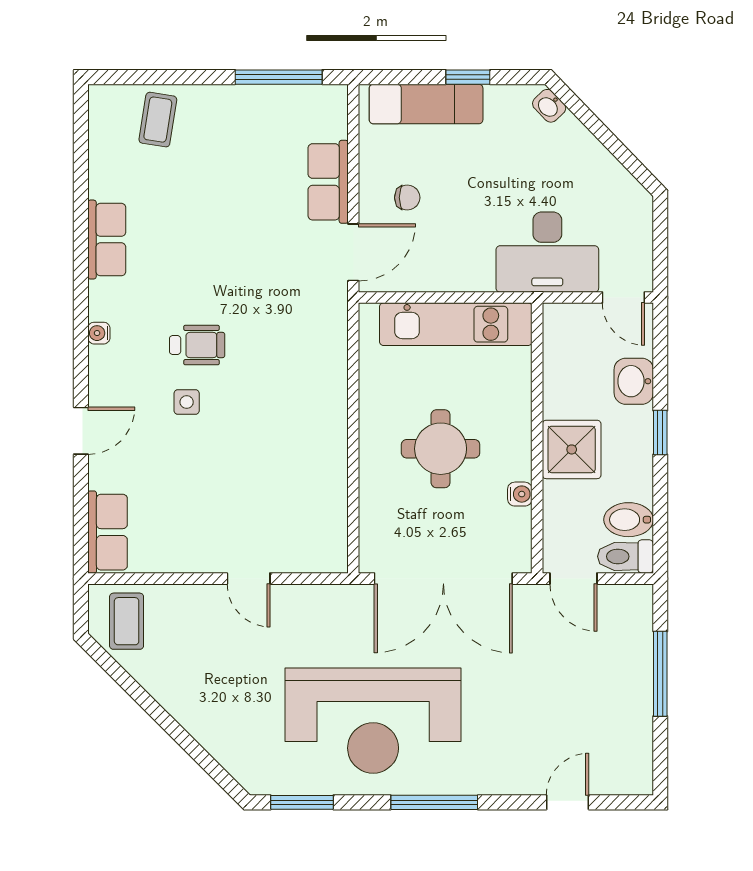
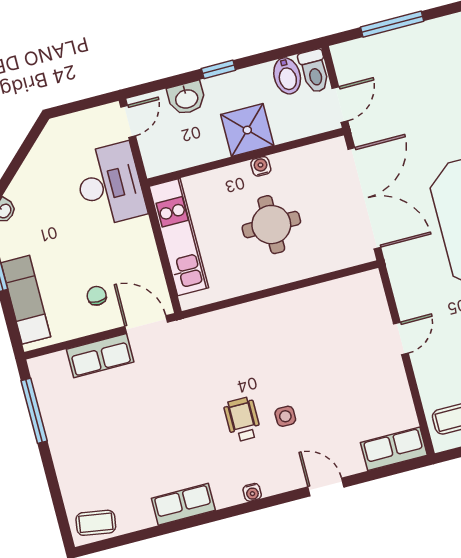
coffee table: (158, 120) -> (96, 523), moved
water cooler: (520, 494) -> (261, 166), moved

